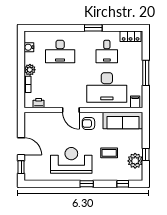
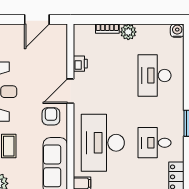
water cooler: (29, 47) -> (177, 31), moved
printer: (39, 103) -> (80, 64), moved
door: (21, 146) -> (37, 19), moved

